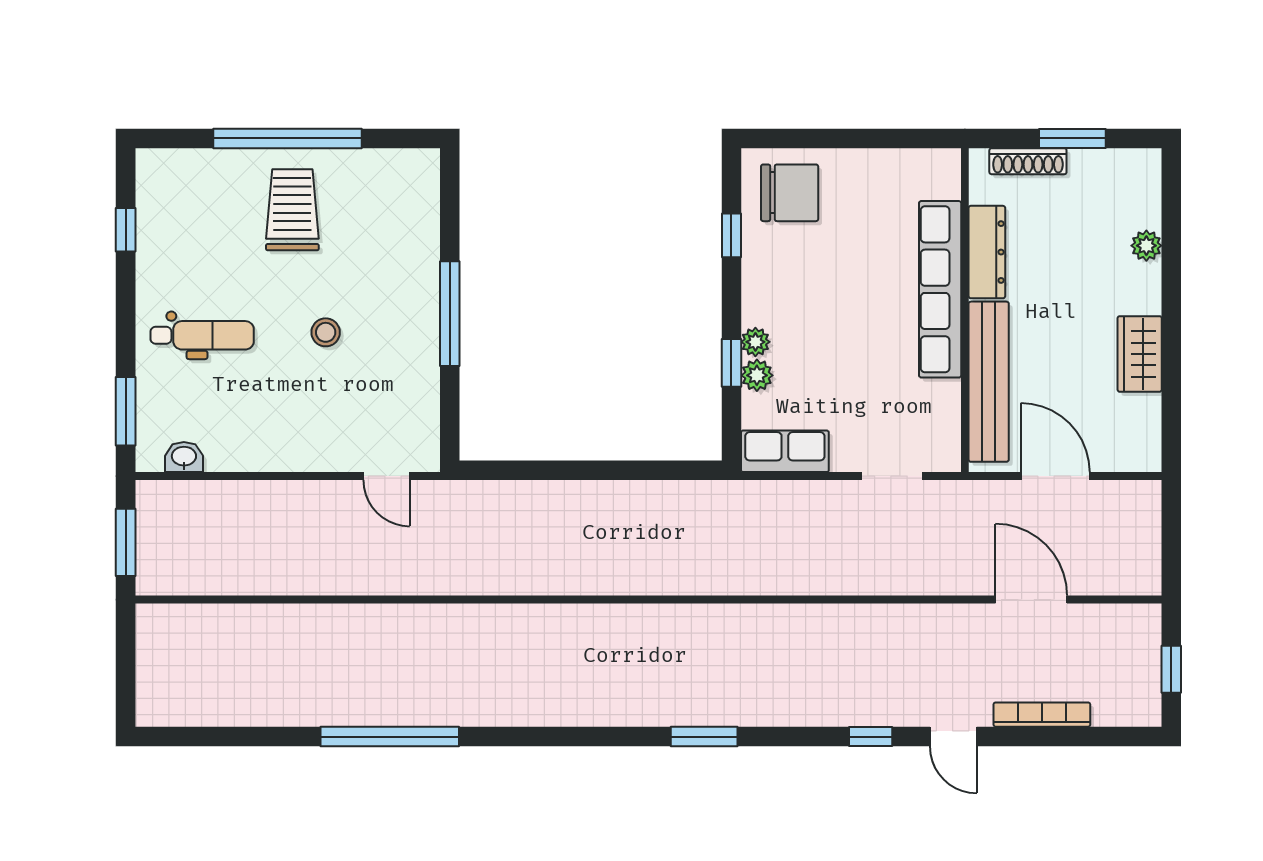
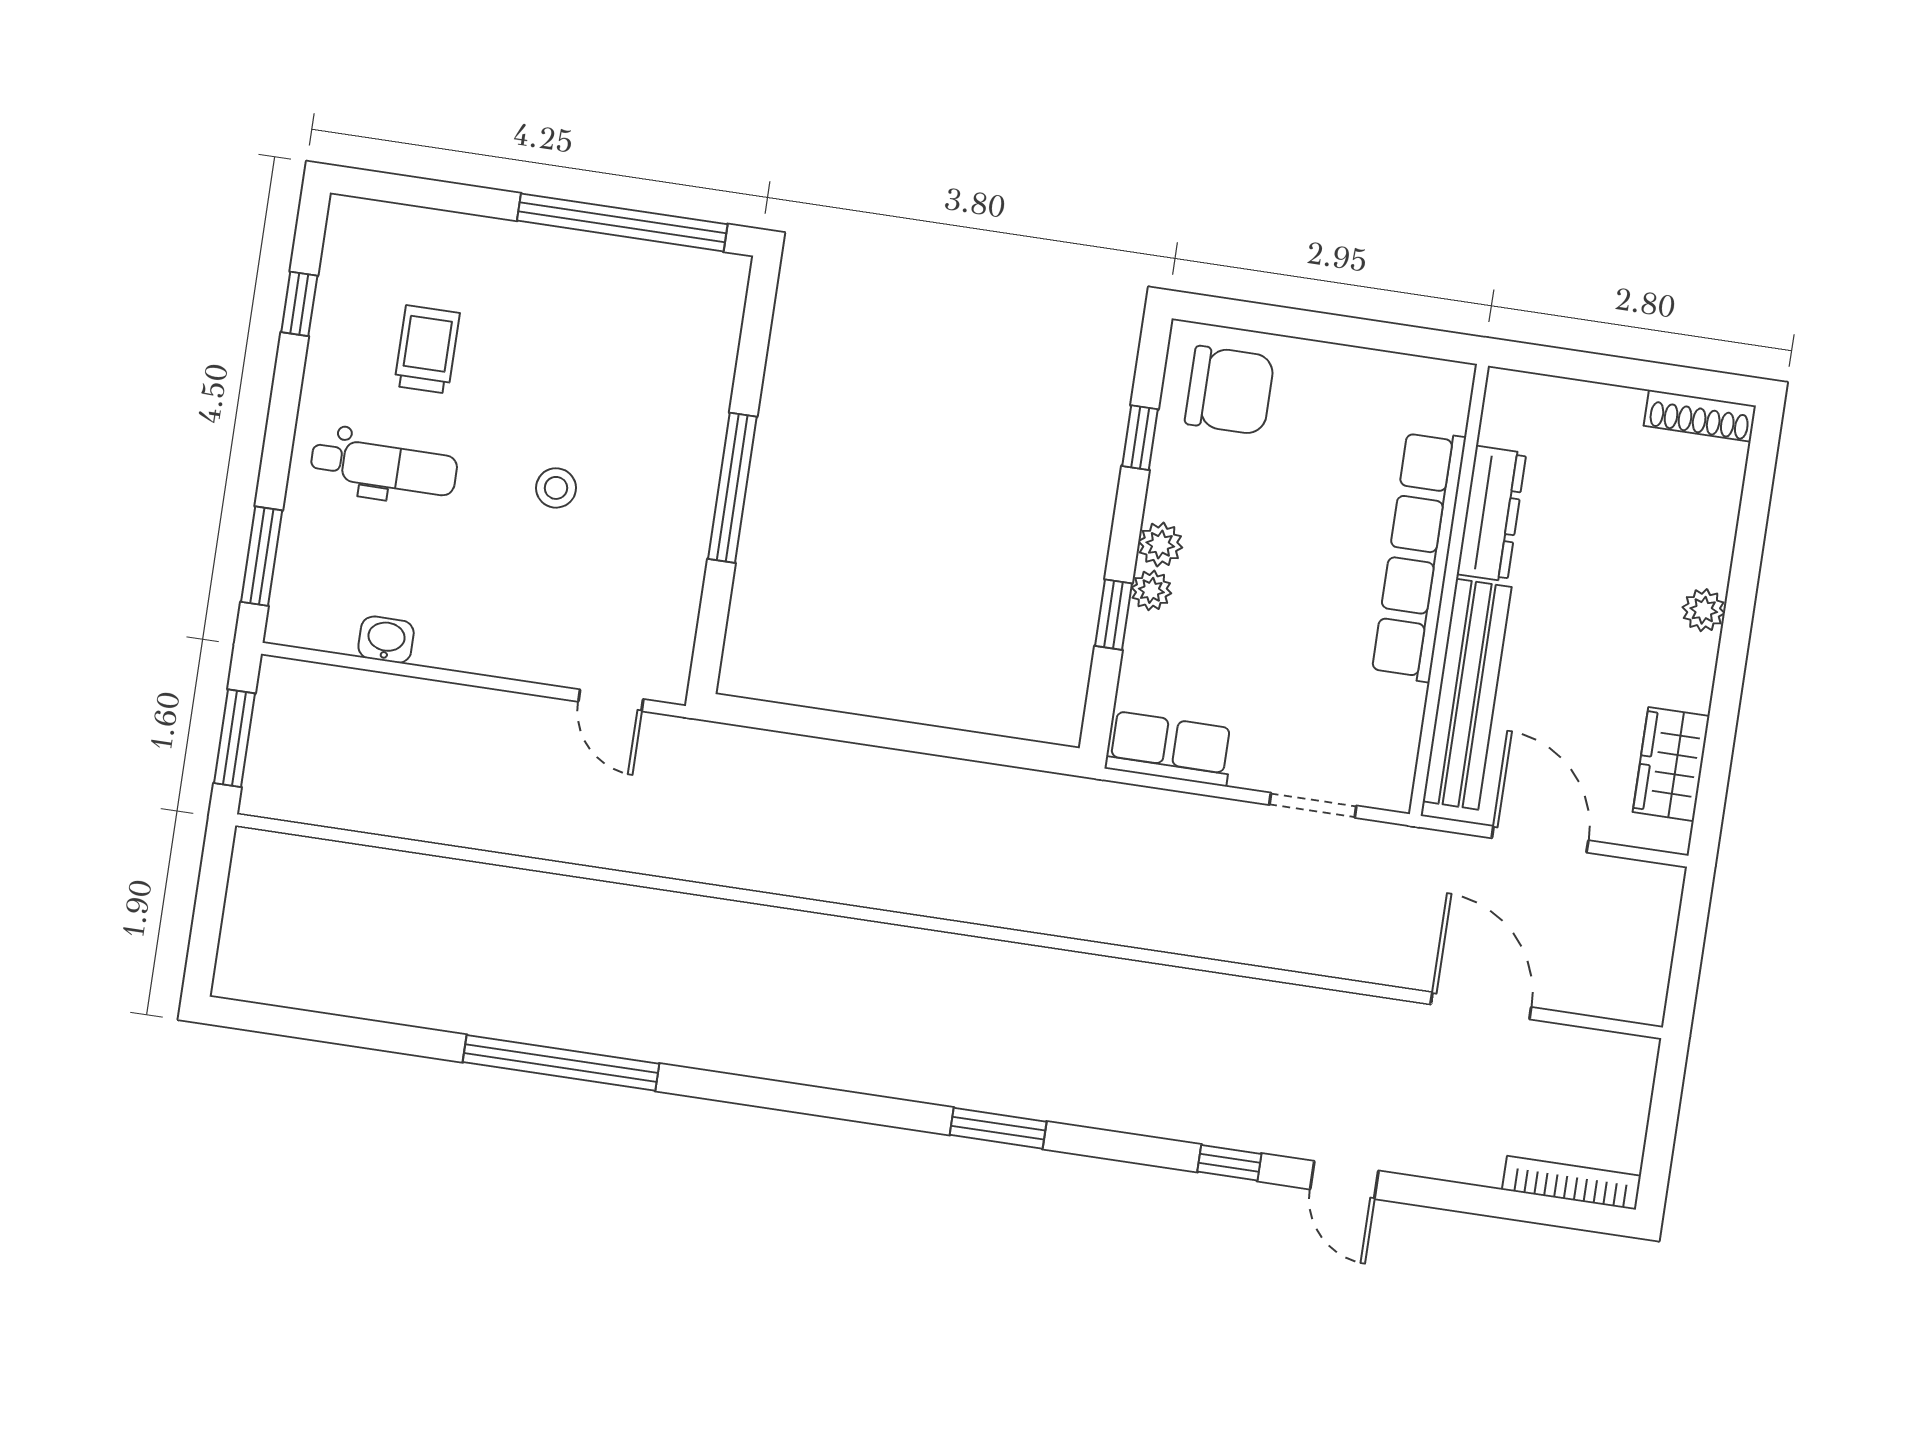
window: (288, 138) -> (622, 222), moved
window: (1072, 138) -> (1634, 374), removed
shoe rack: (1028, 161) -> (1700, 416), moved
trolley: (292, 210) -> (427, 349), moved, width x0.73, depth x0.72
plant: (1146, 246) -> (1704, 610), moved
wardrobe: (1140, 354) -> (1671, 764), moved
plant: (757, 375) -> (1160, 544), moved
washbasin: (184, 457) -> (386, 640), moved
window: (1171, 669) -> (1661, 1132), removed
bookcase: (1042, 715) -> (1571, 1183), moved

